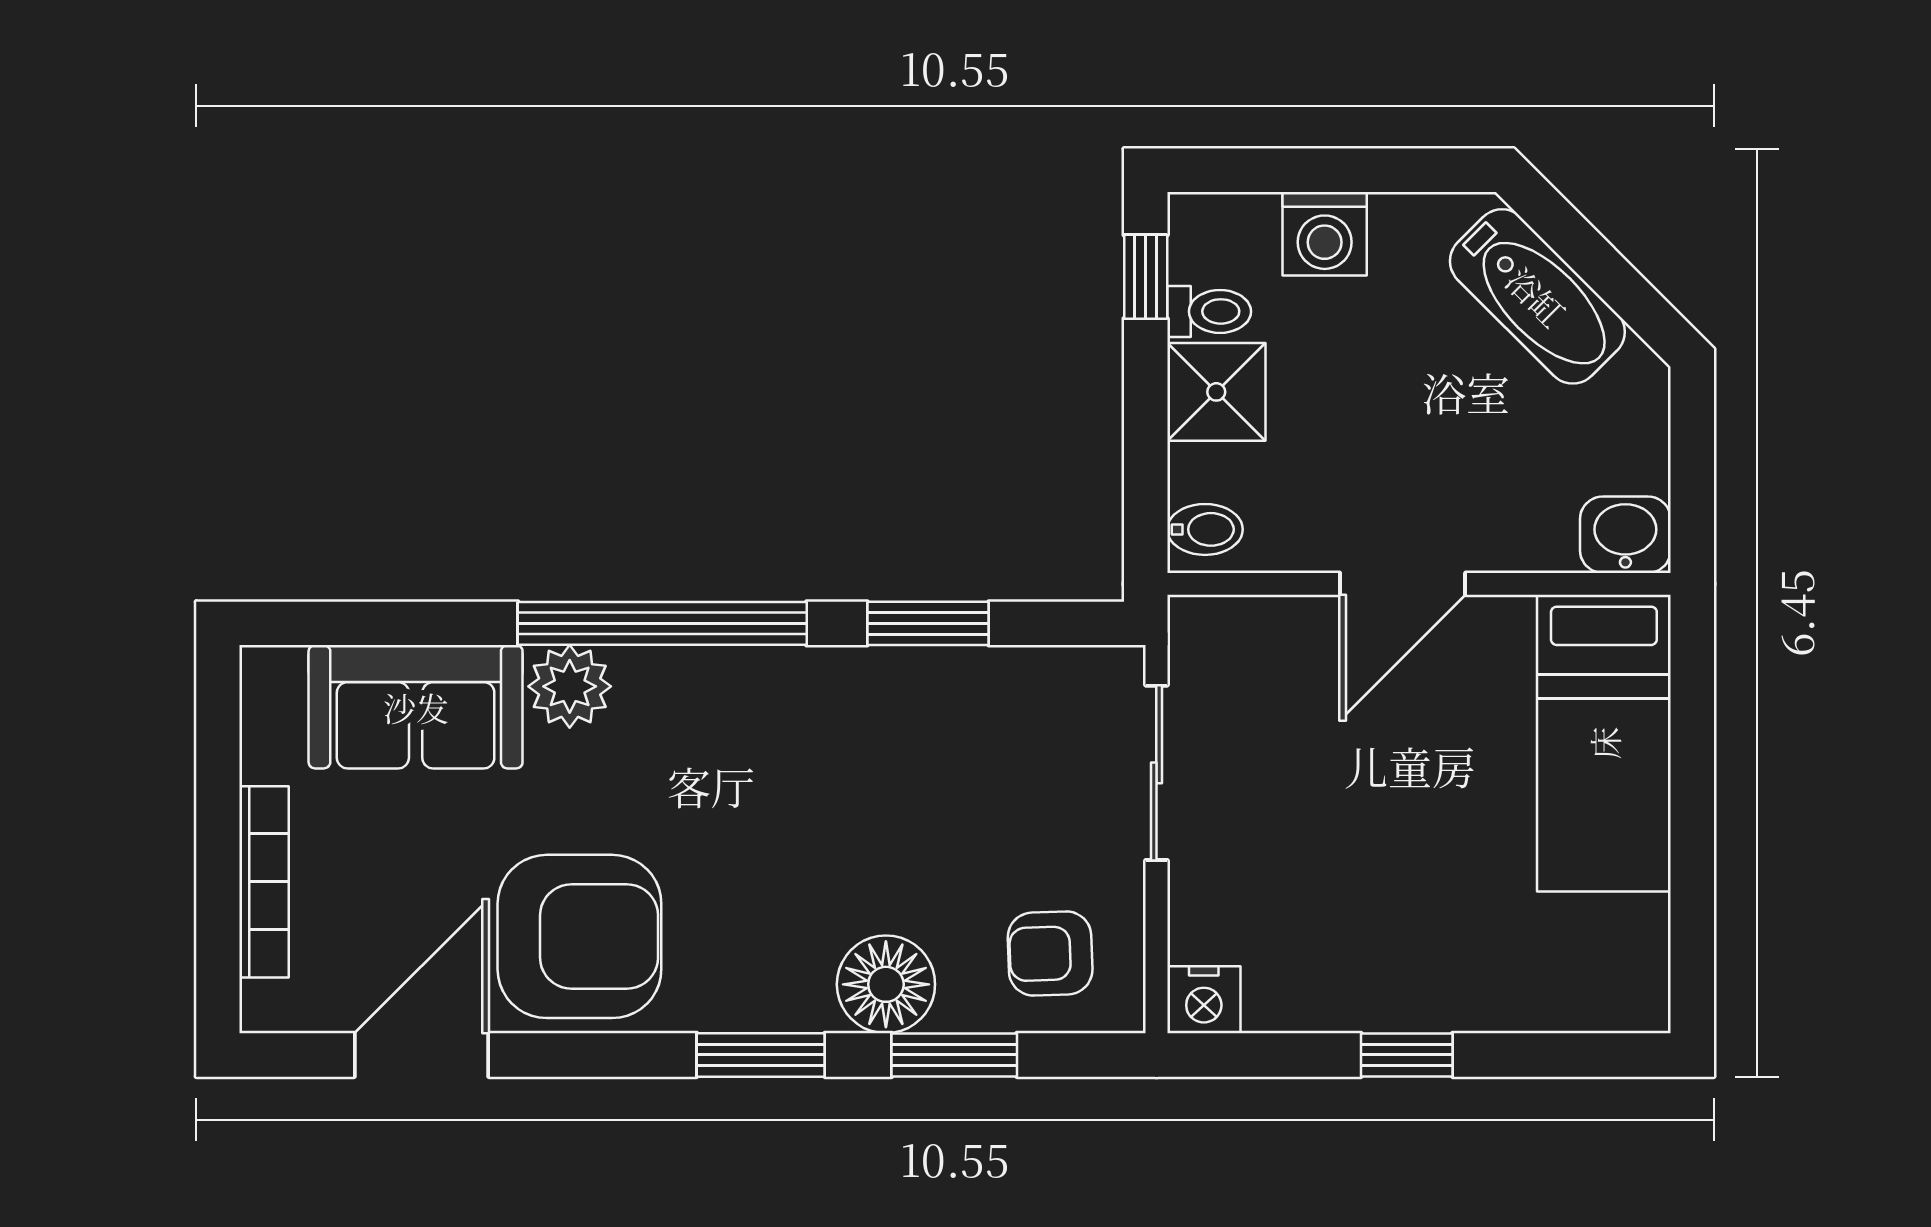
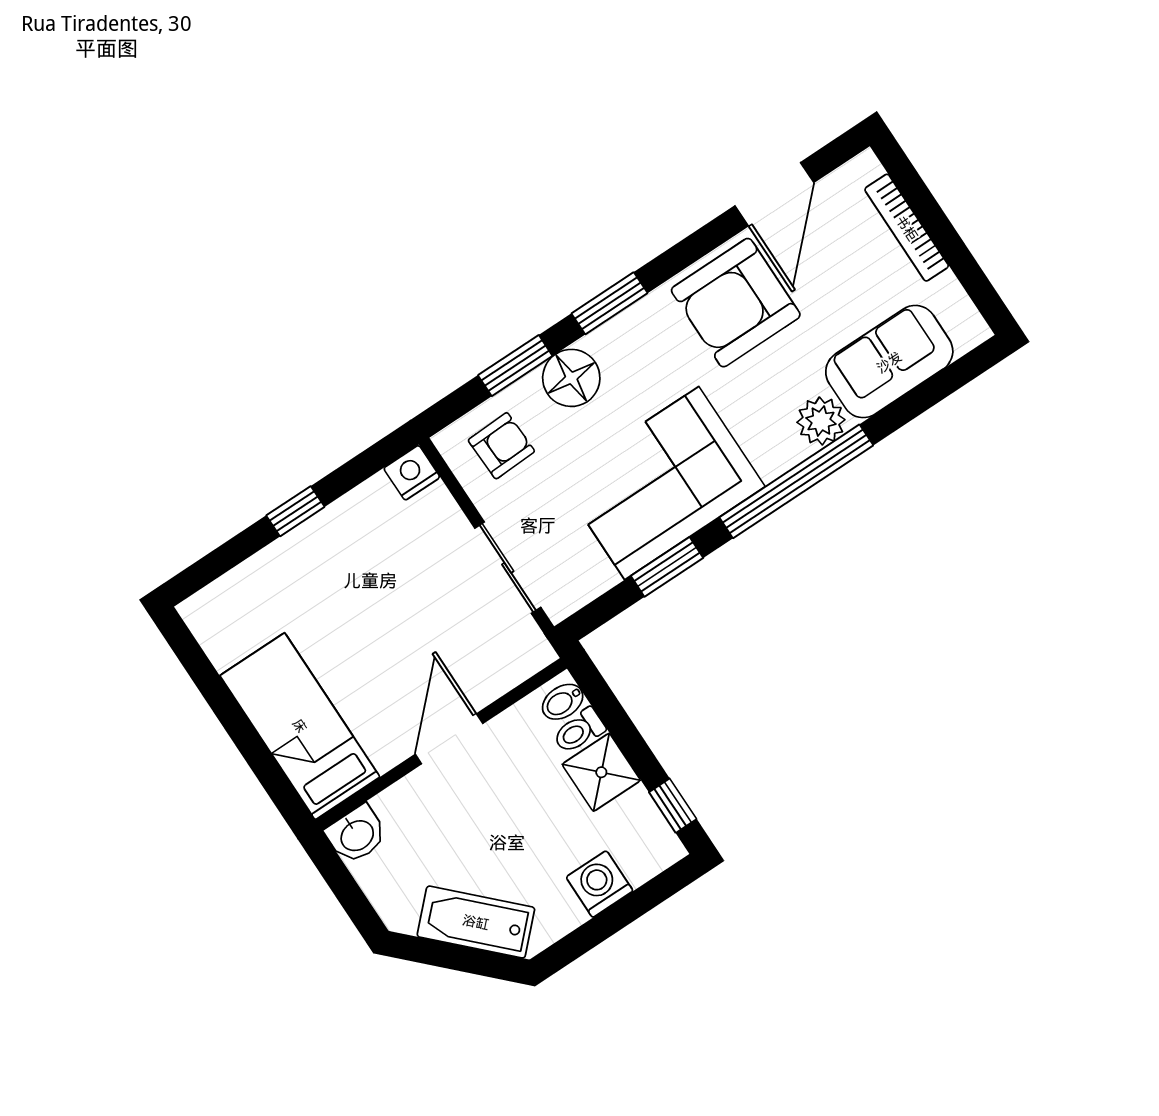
toilet: (1209, 311) -> (579, 731), moved
corner sofa: (856, 748) -> (662, 483), added

